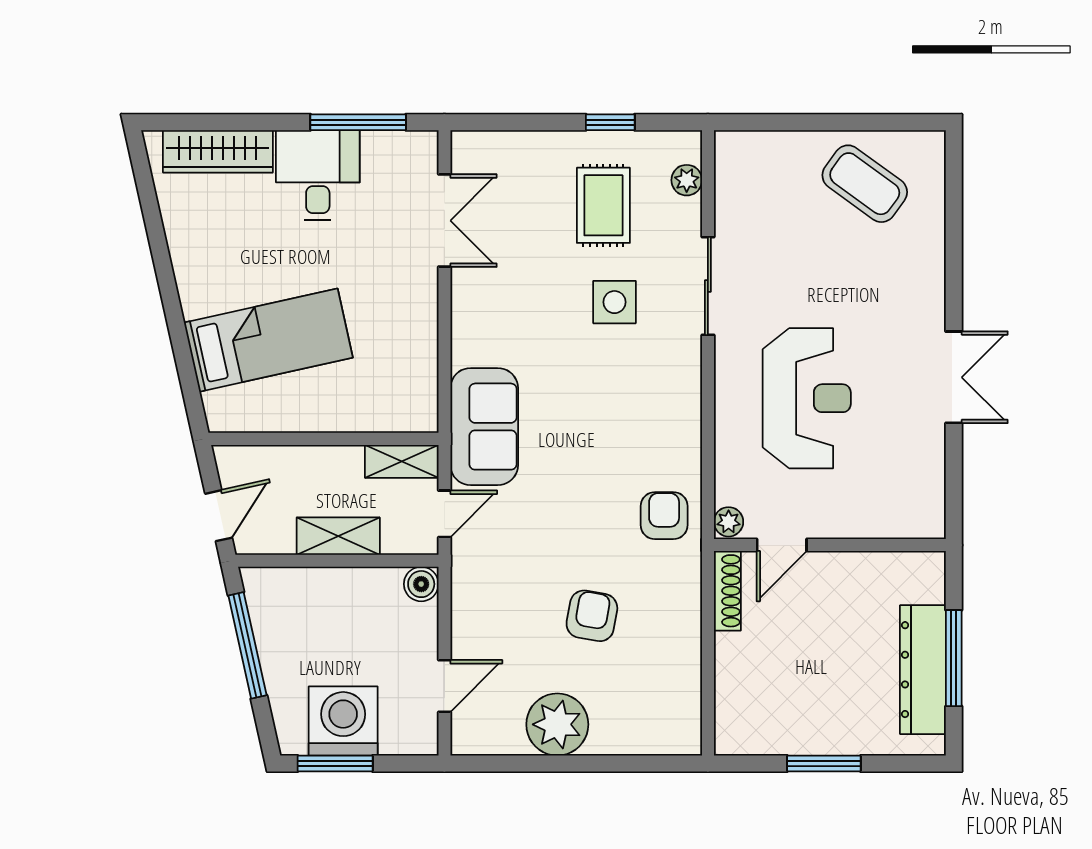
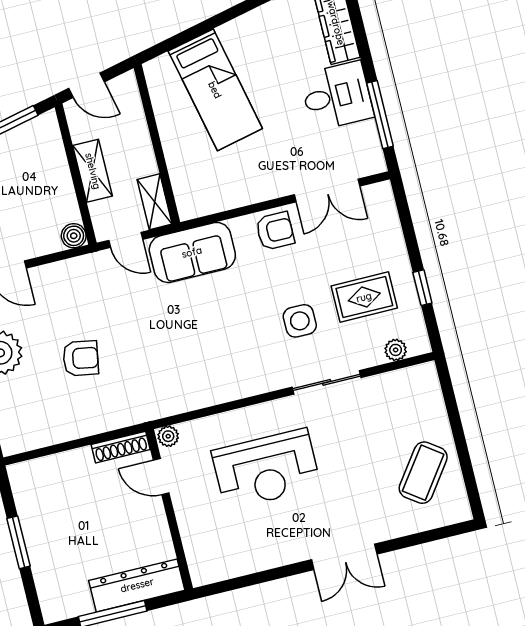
double door: (954, 377) -> (344, 557), moved
armchair: (664, 516) -> (275, 231), moved
dresser: (923, 670) -> (137, 585), moved

